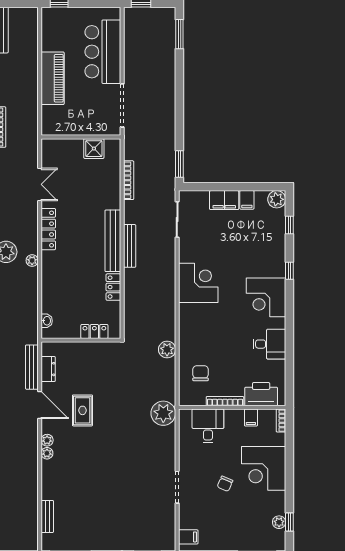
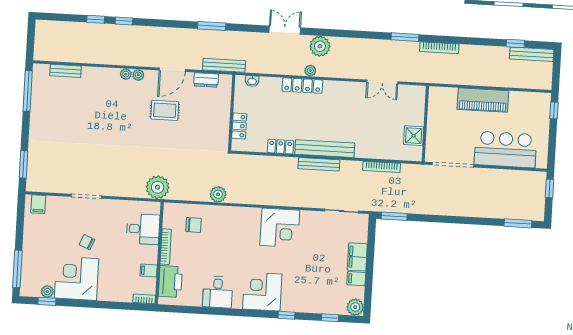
locker: (48, 229) -> (302, 86), moved
bench: (32, 367) -> (224, 65), moved
corner desk: (264, 468) -> (77, 278), moved

